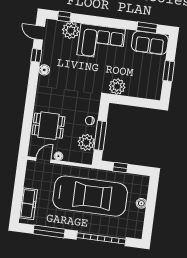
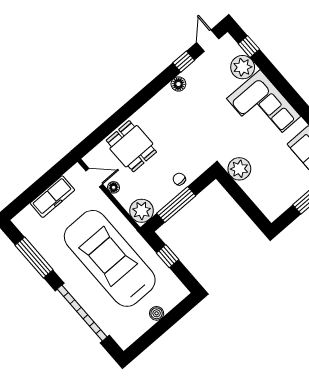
plant: (86, 142) -> (142, 211), moved
car: (90, 196) -> (110, 258), turned 180
freezer: (28, 204) -> (52, 197), moved

